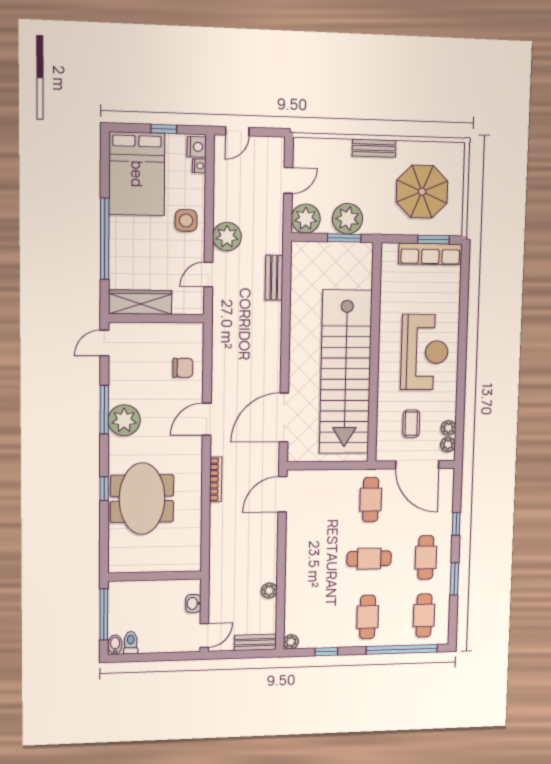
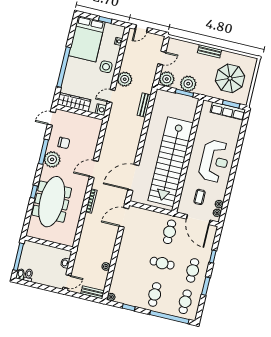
nightstand: (197, 147) -> (101, 110), moved
chair: (183, 368) -> (64, 143), moved
meeting table: (142, 499) -> (52, 202), width x1.36

